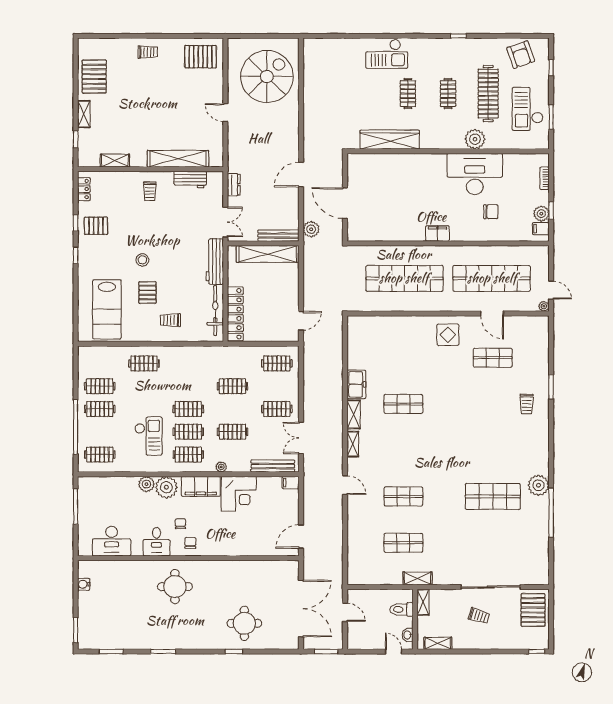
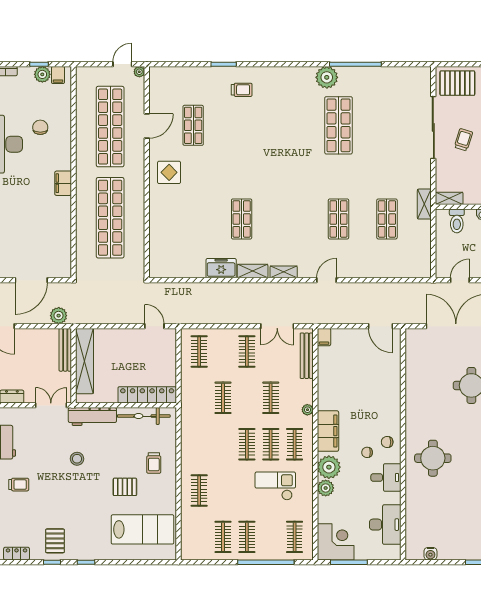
stool: (142, 260) -> (77, 459), moved
corner desk: (239, 494) -> (336, 542), moved

